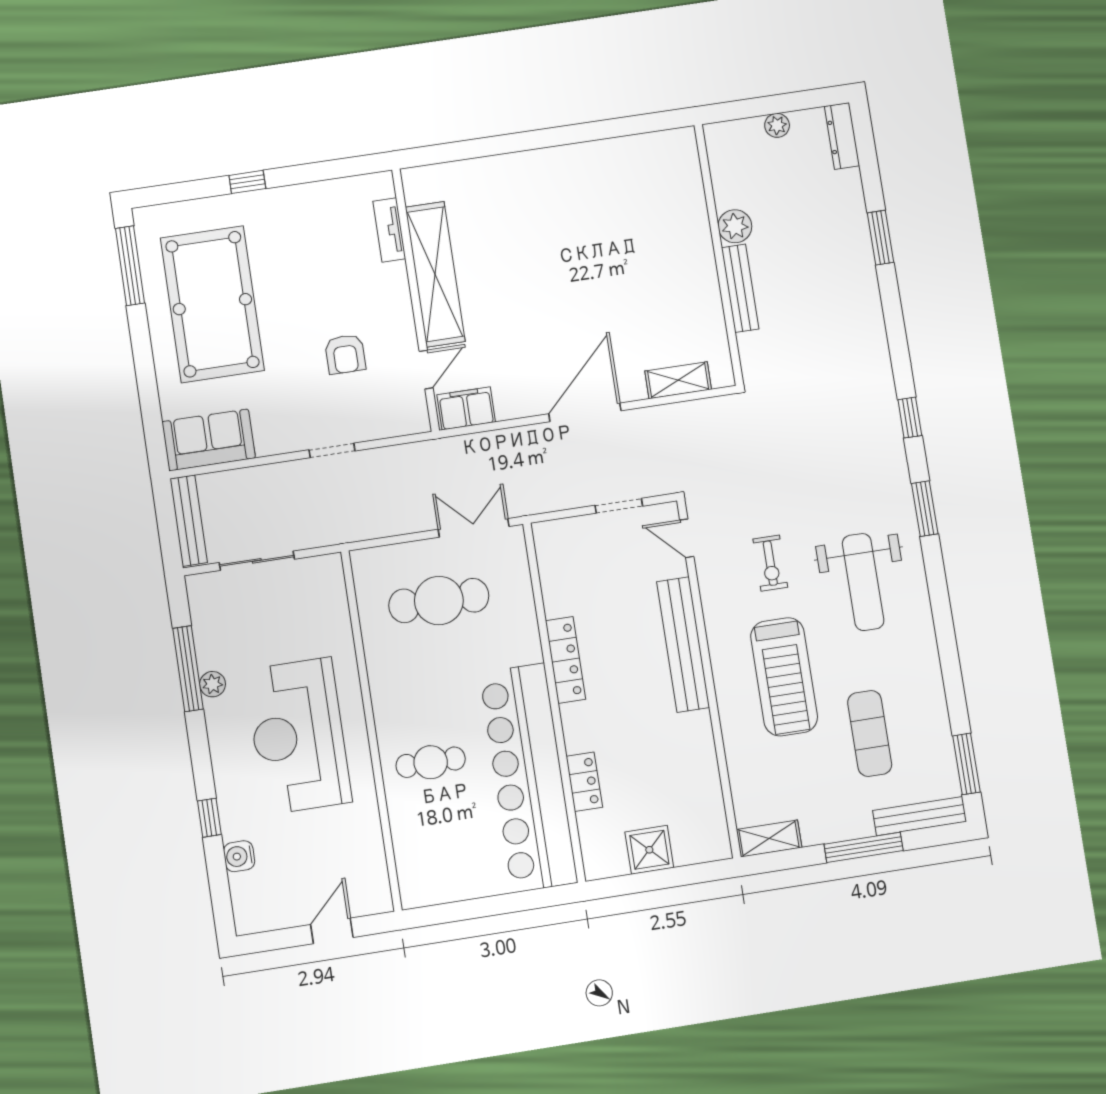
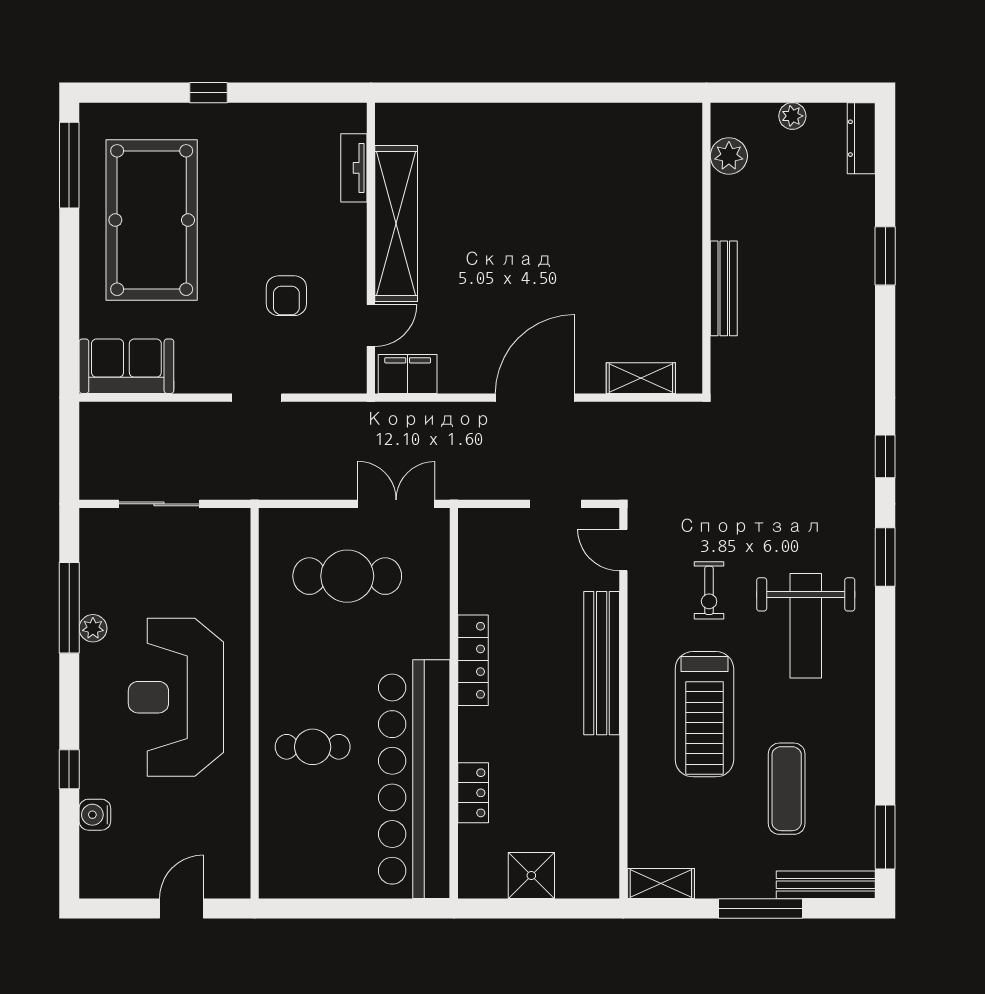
plant: (735, 226) -> (729, 156), moved
bench: (189, 521) -> (93, 450), removed

